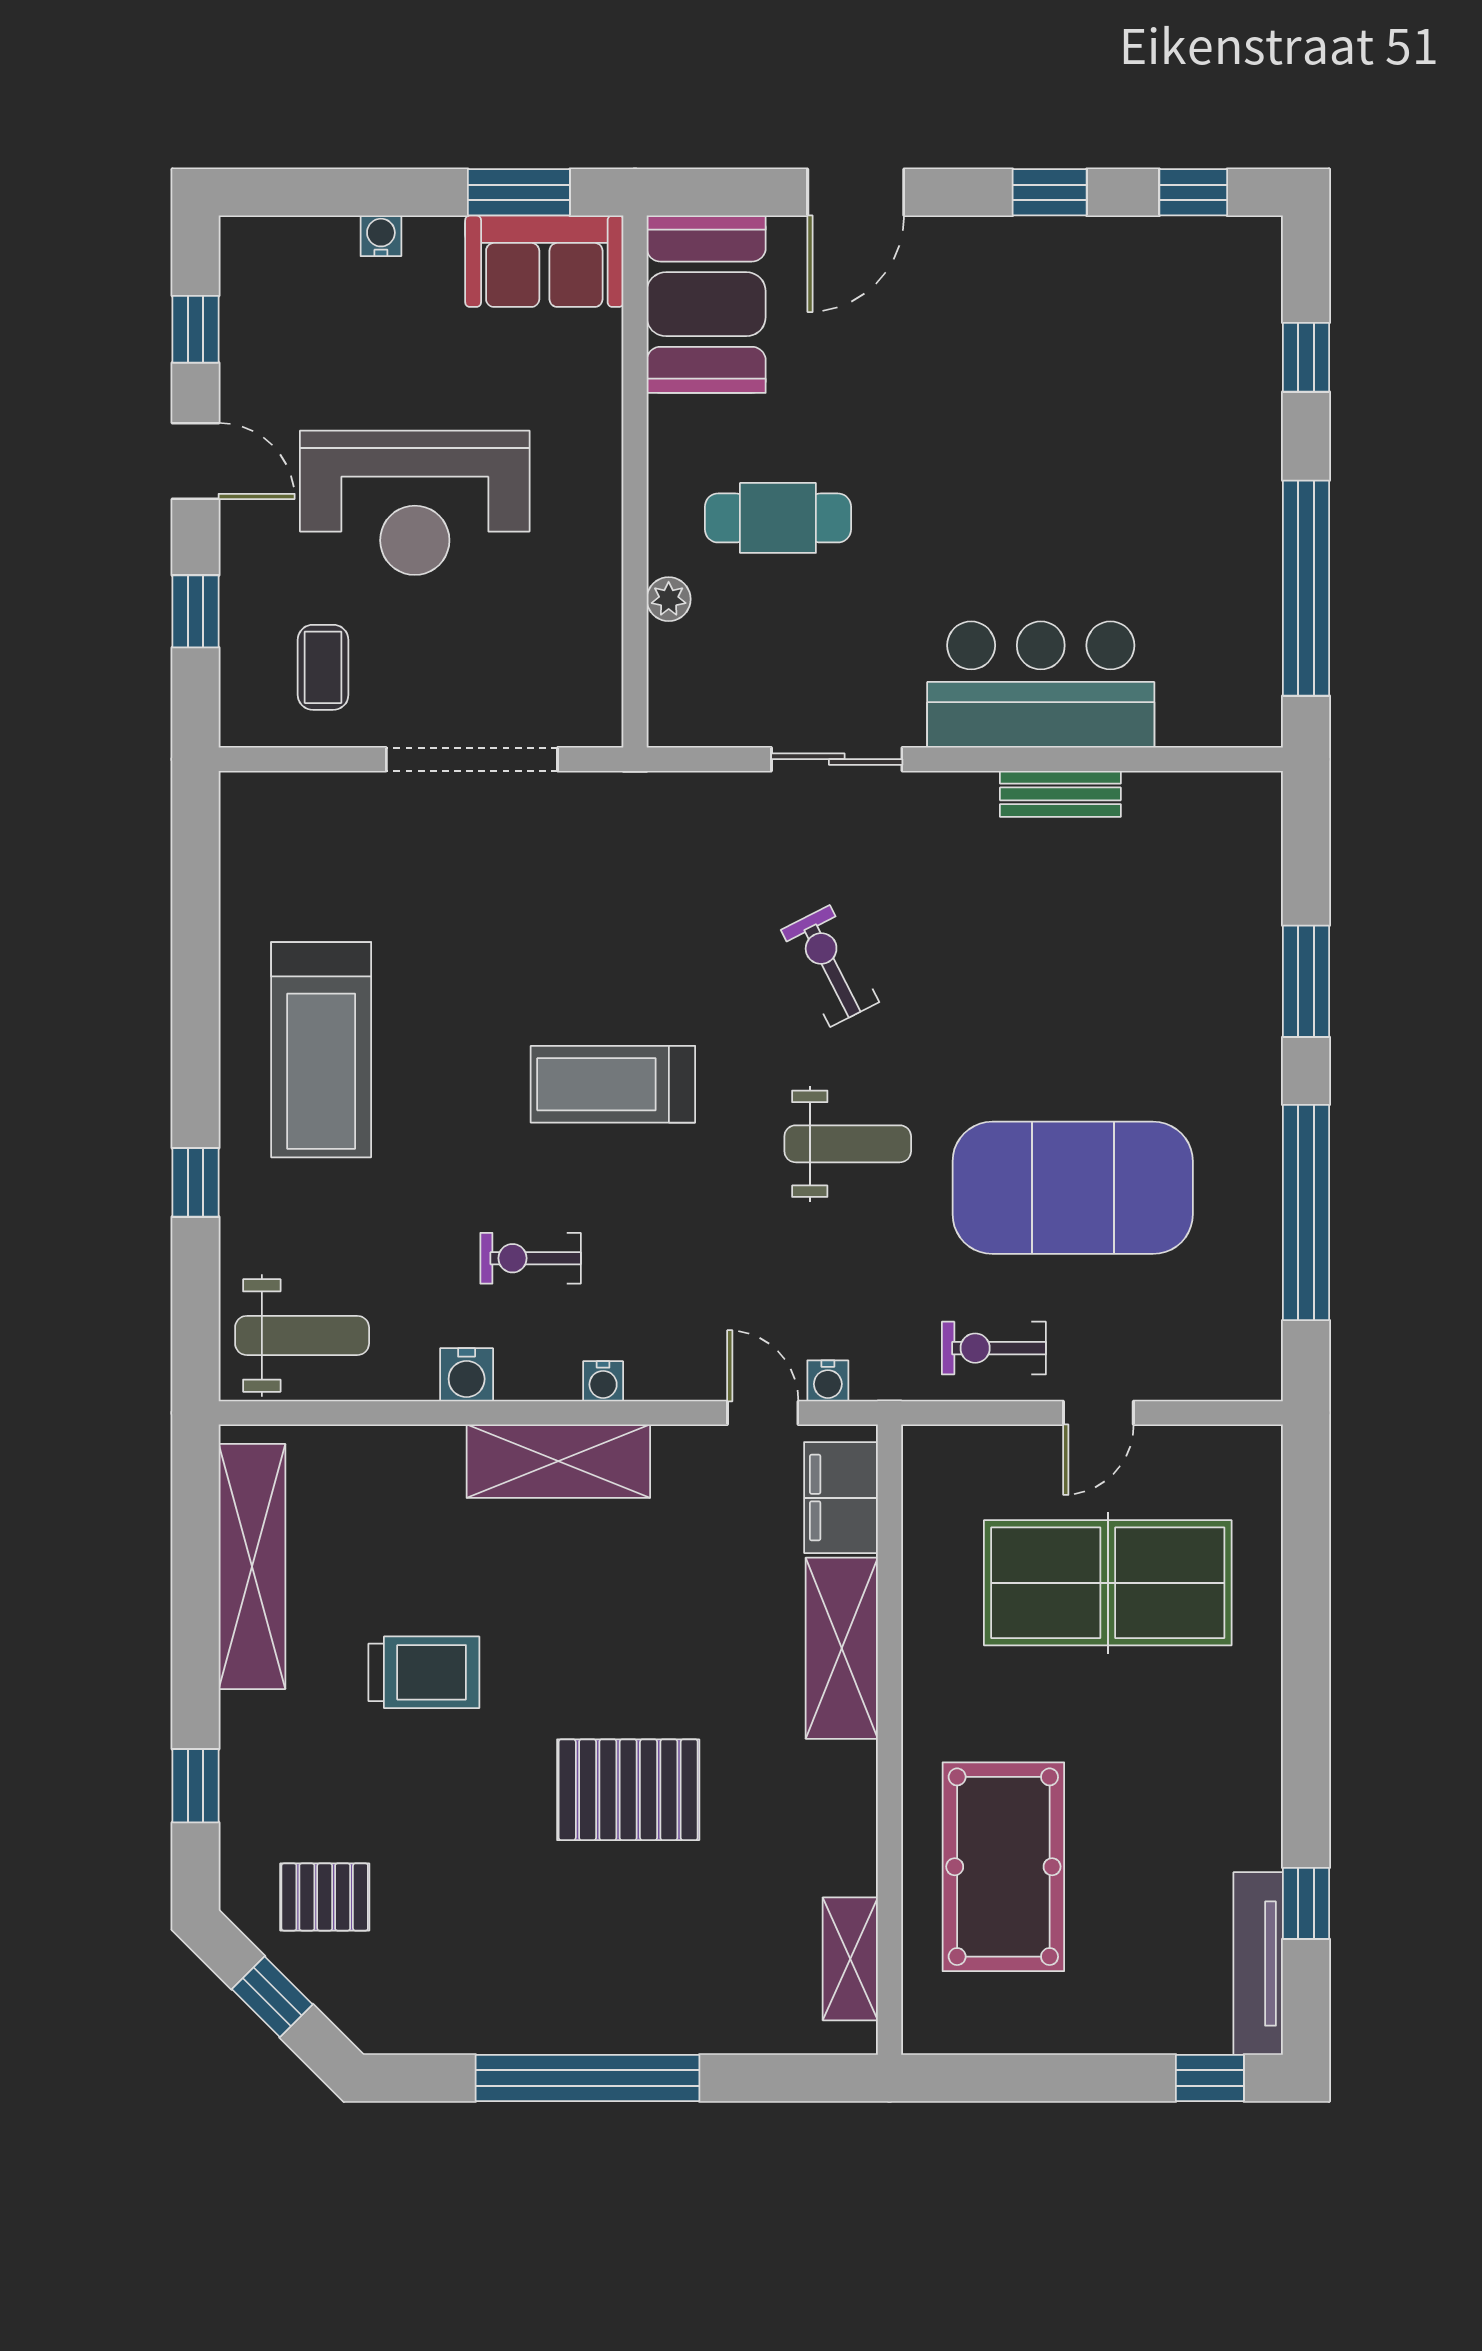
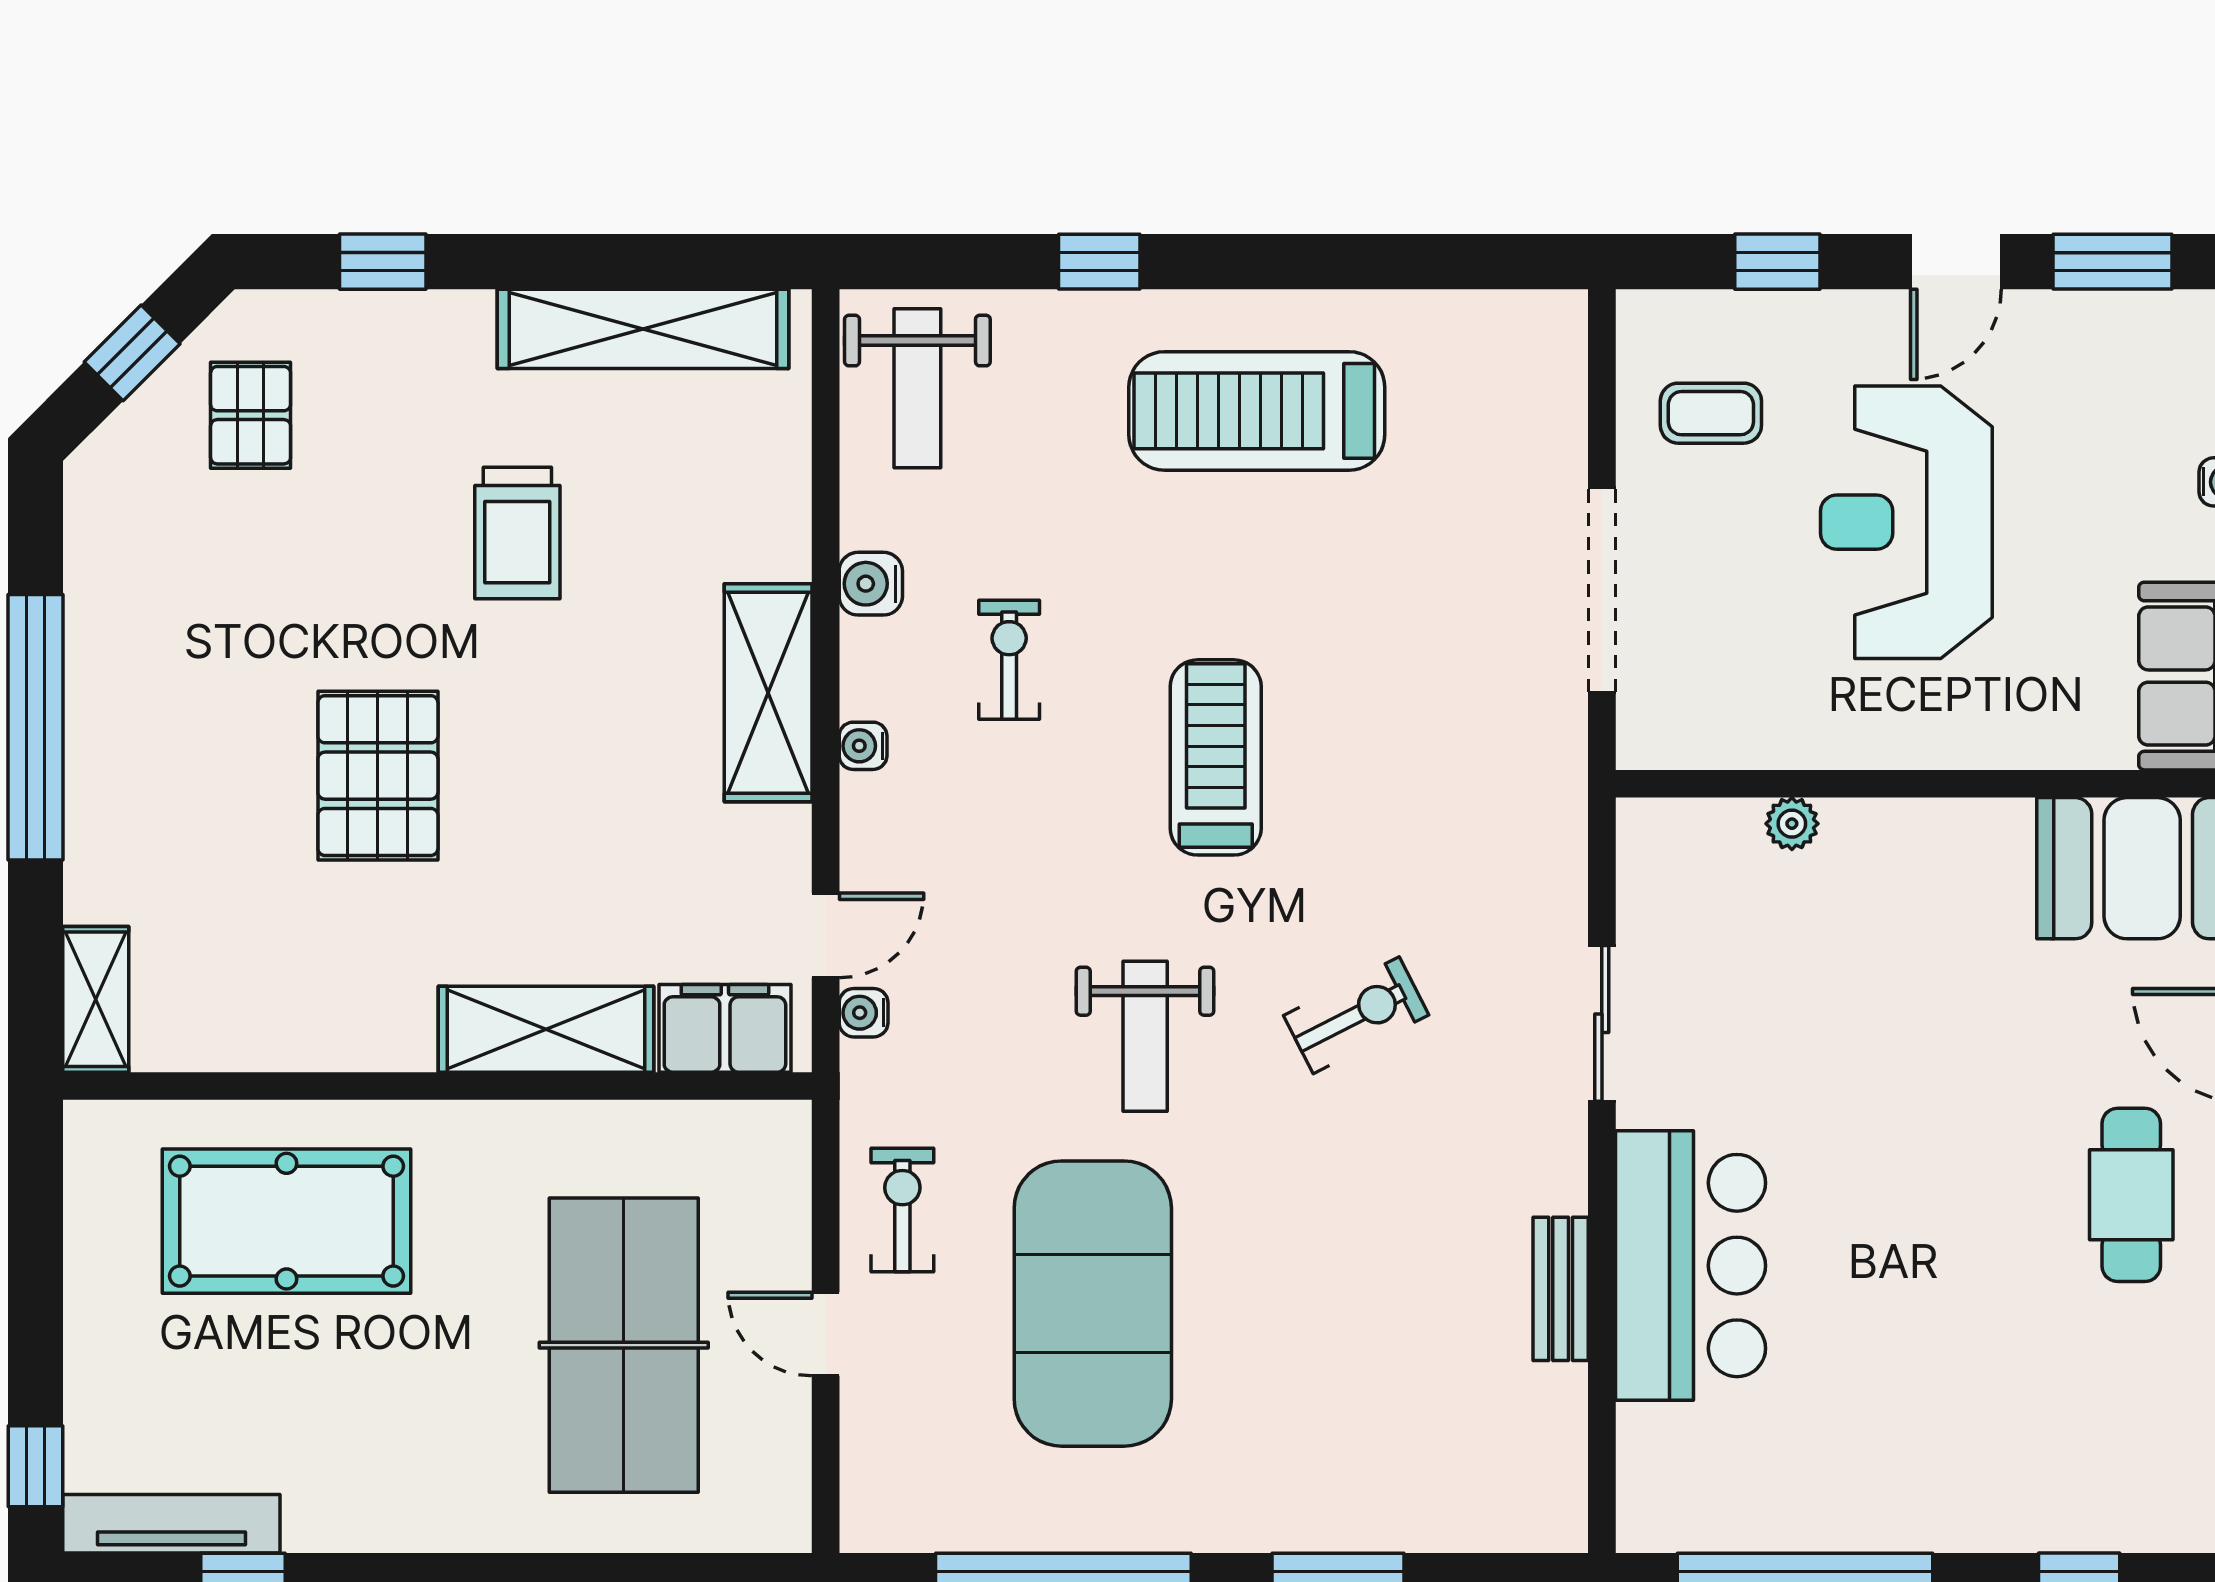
window: (195, 329) -> (2112, 262), width x1.50
cafe table: (778, 518) -> (2131, 1195), moved
shelving: (850, 1959) -> (96, 999), moved, turned 90

